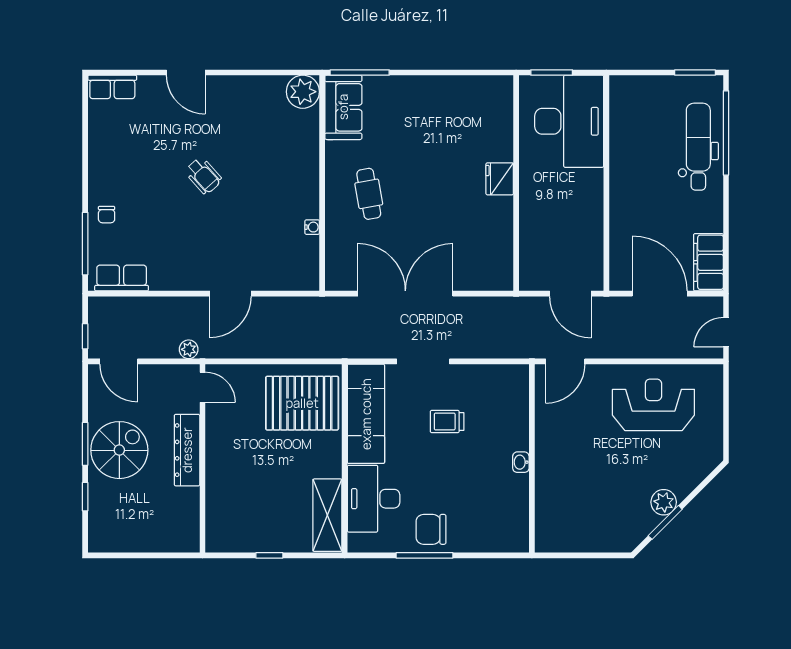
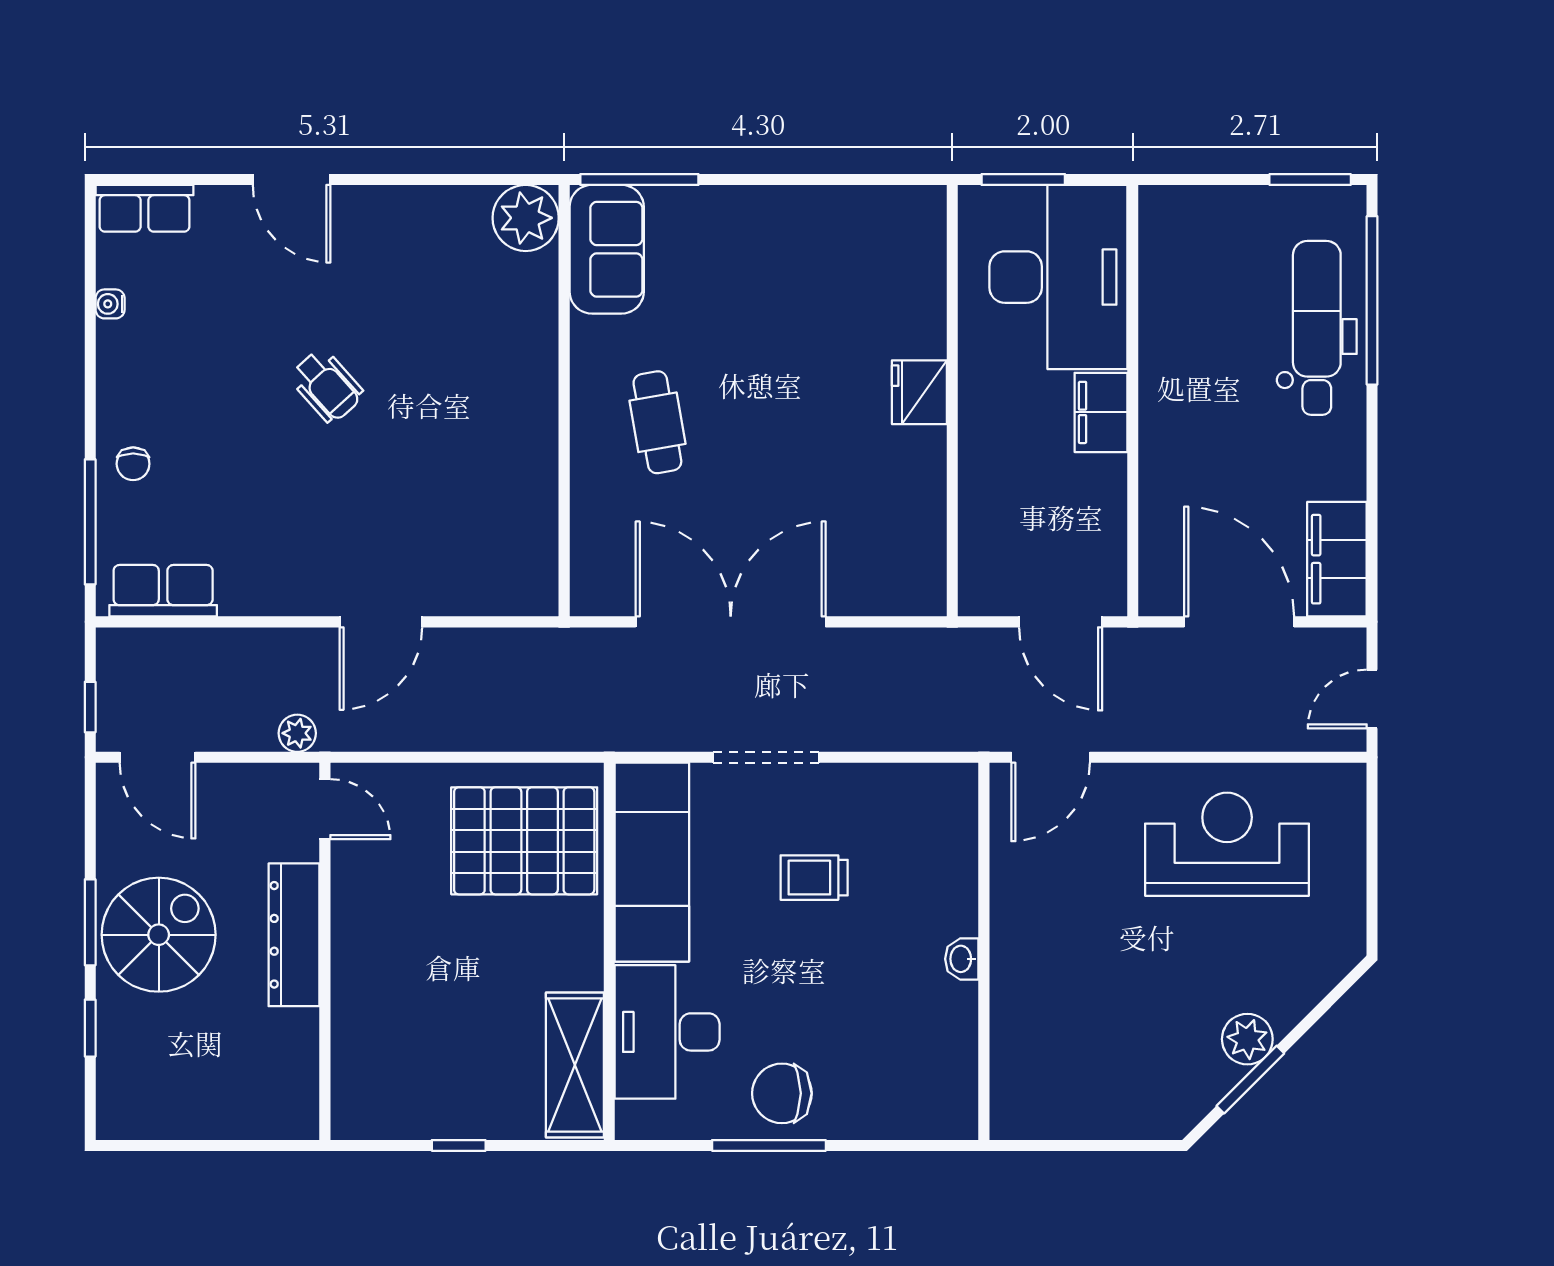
filing cabinet: (590, 189) -> (1101, 412), added
water cooler: (312, 227) -> (110, 304), moved, turned 180

